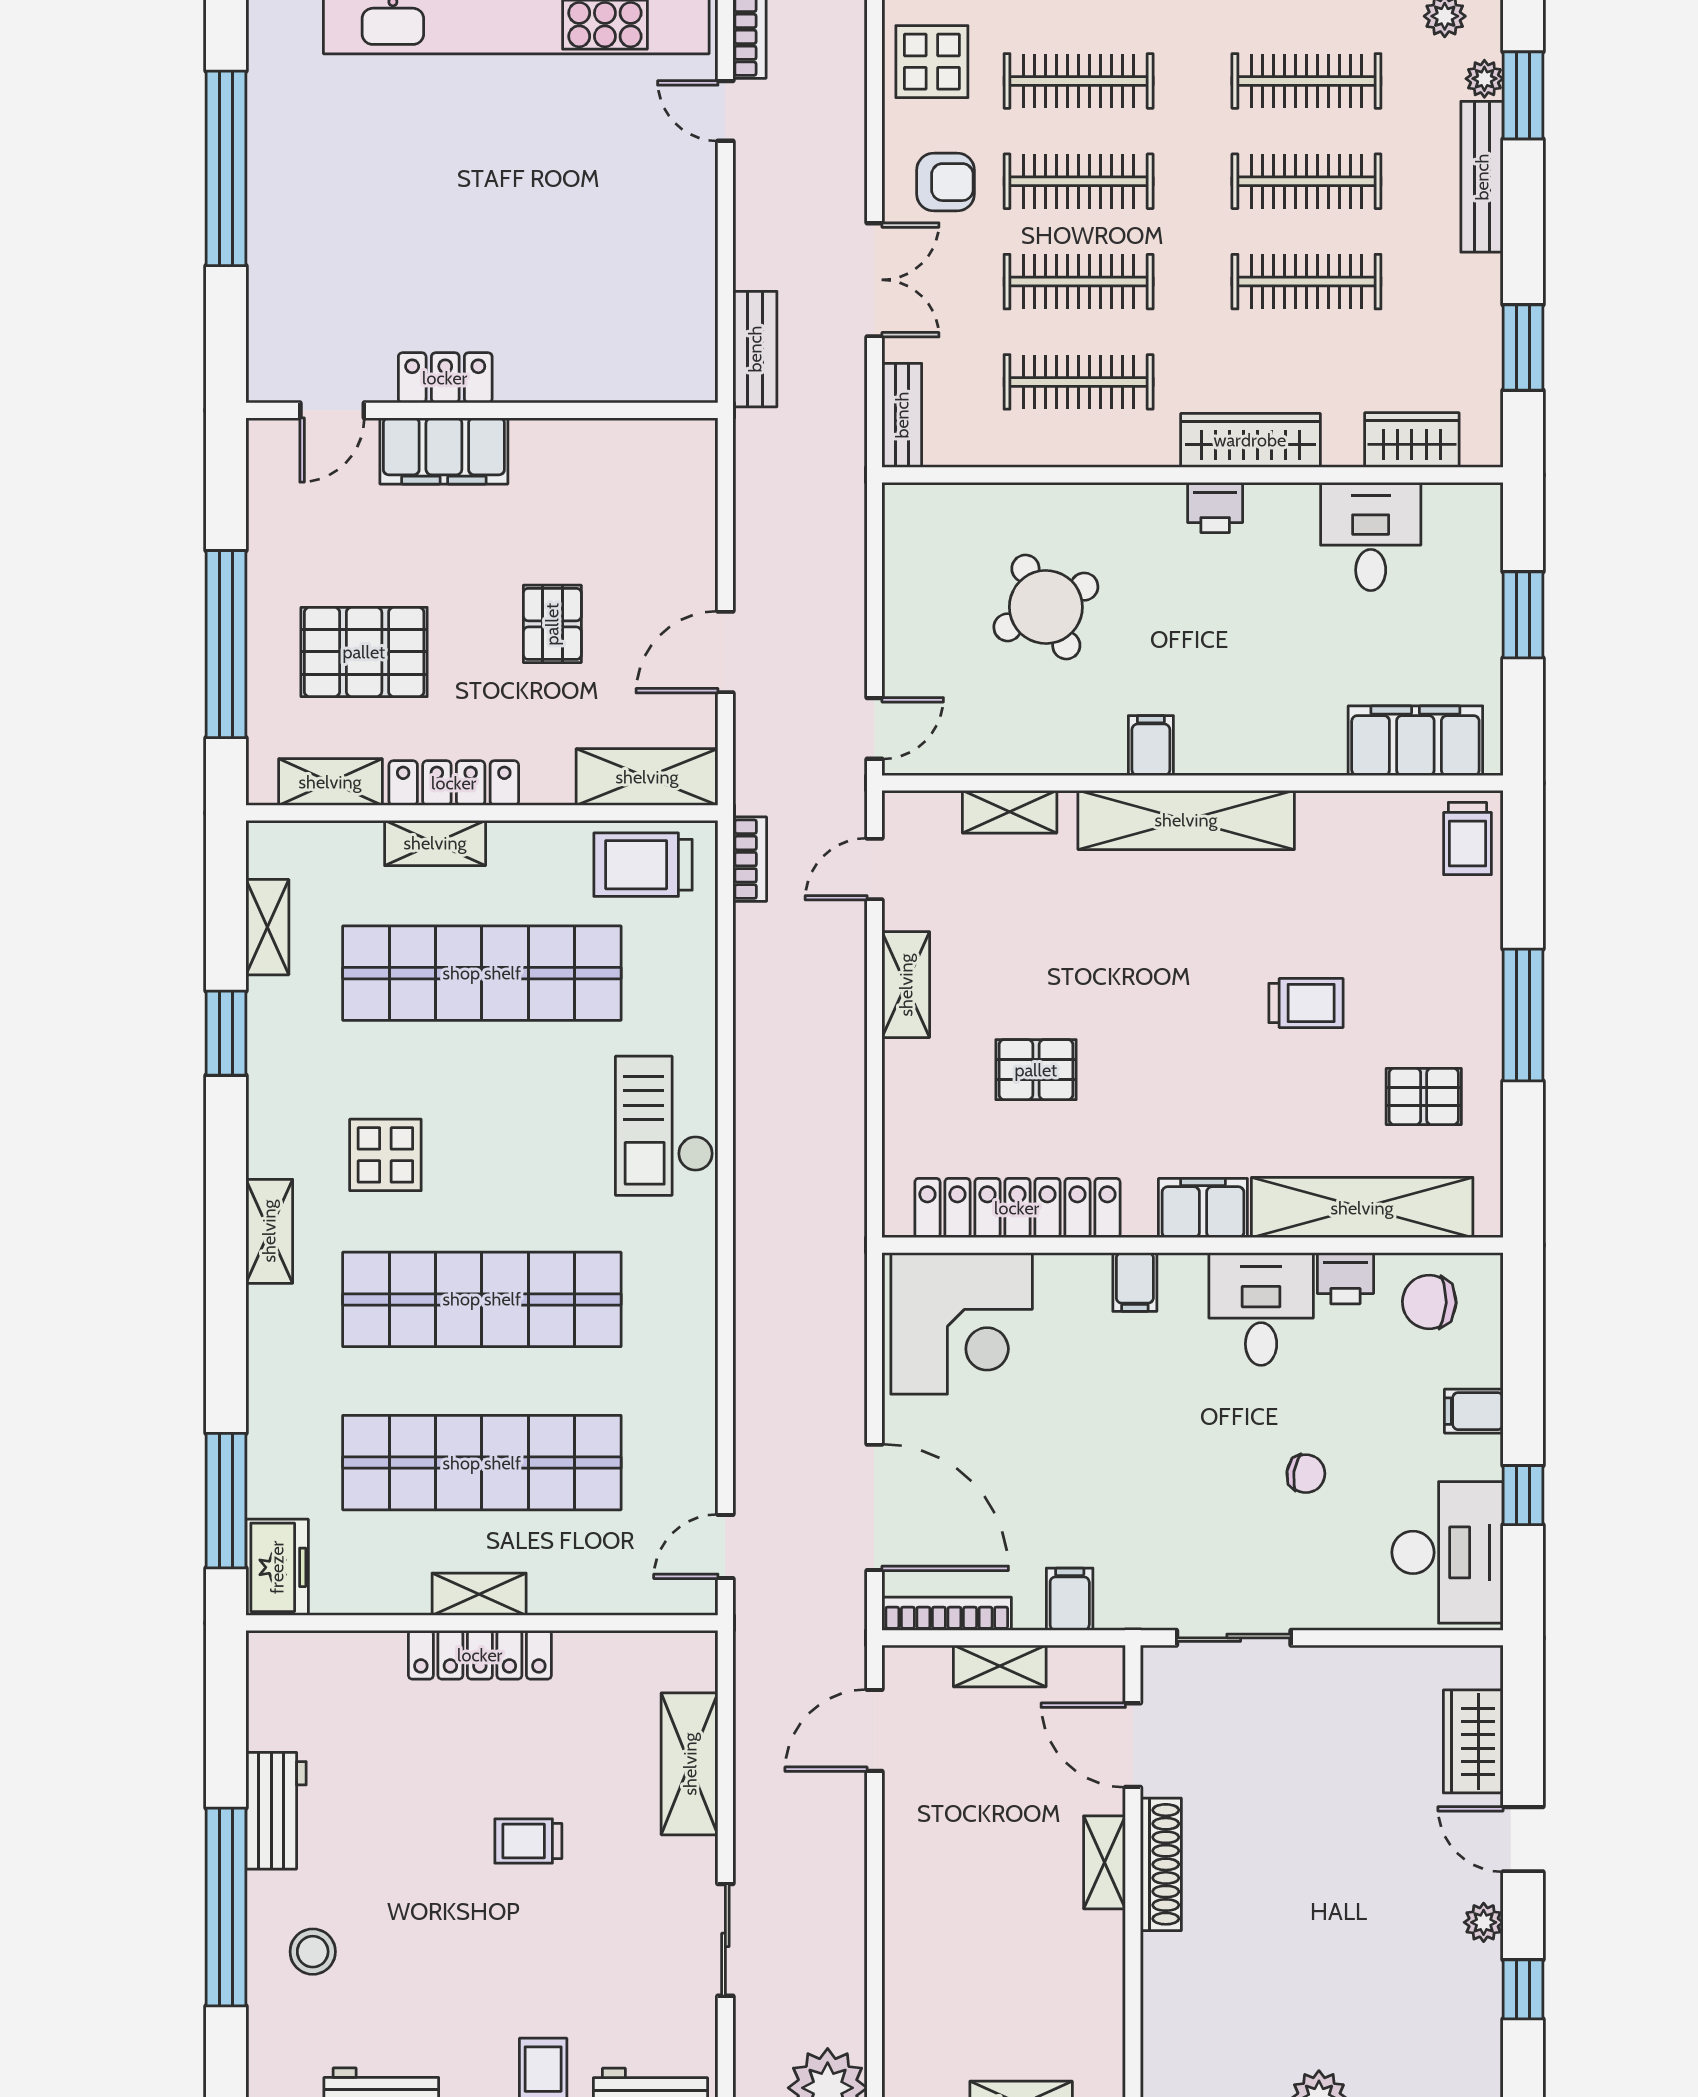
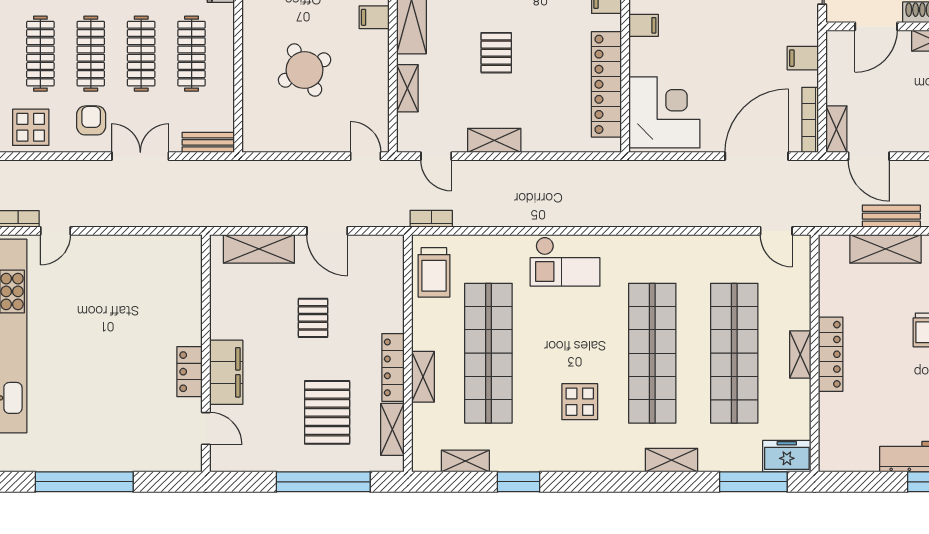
bench: (755, 349) -> (891, 216), moved
pallet: (552, 624) -> (313, 318), turned 90
shelving: (647, 777) -> (259, 249), moved, turned 90
pallet: (1036, 1070) -> (496, 53), moved
shelving: (269, 1231) -> (671, 460), moved
shelving: (1000, 1666) -> (836, 129), moved

